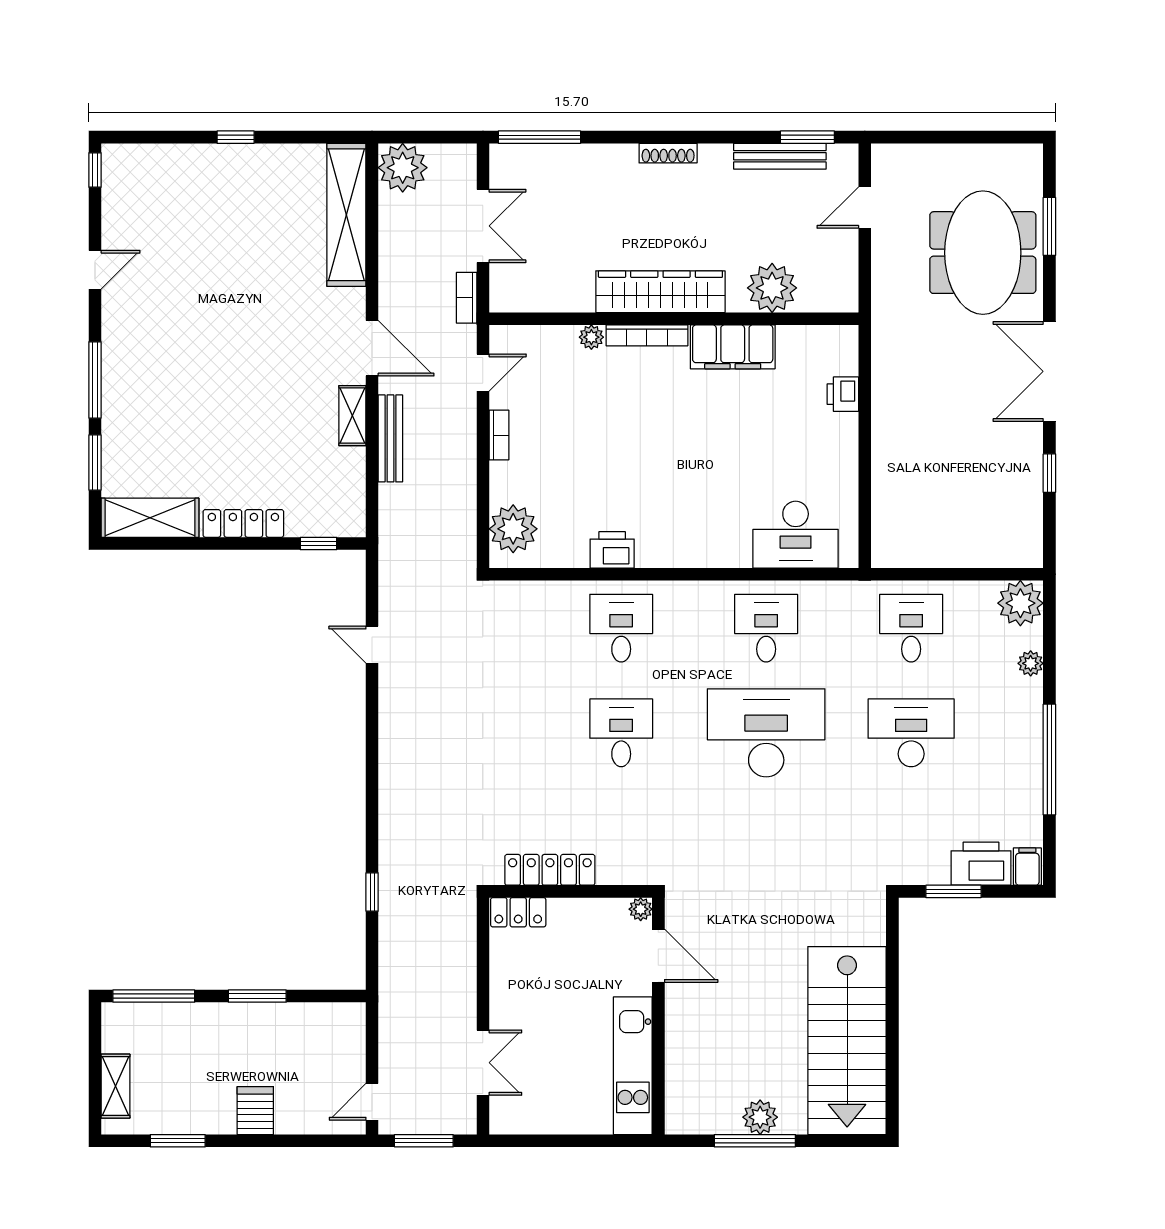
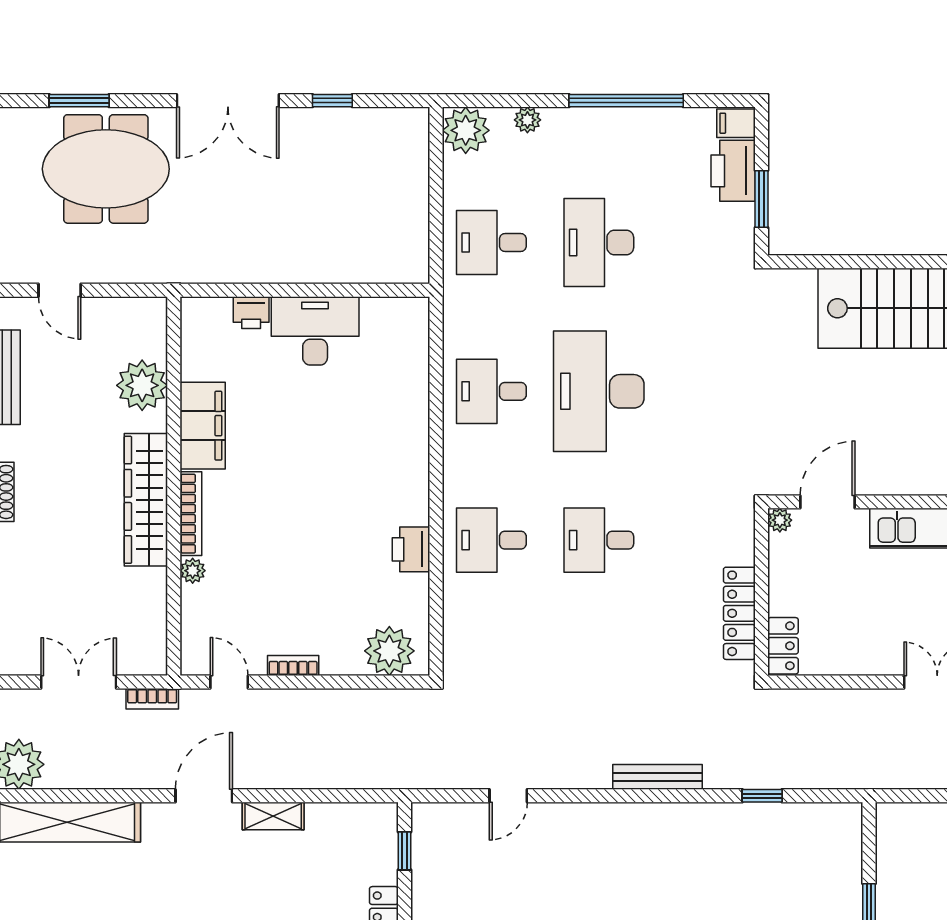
bench: (390, 438) -> (658, 777), moved
desk: (796, 535) -> (315, 331), moved, turned -90

